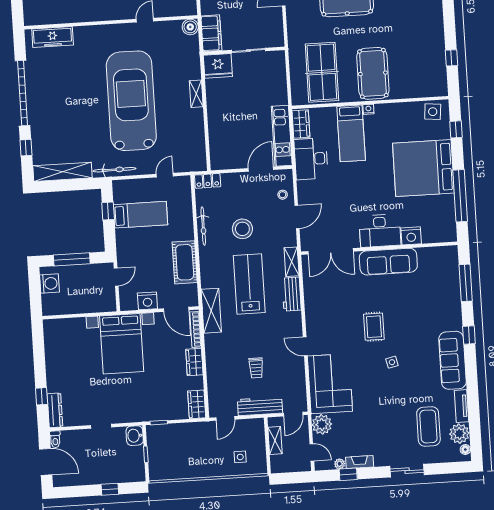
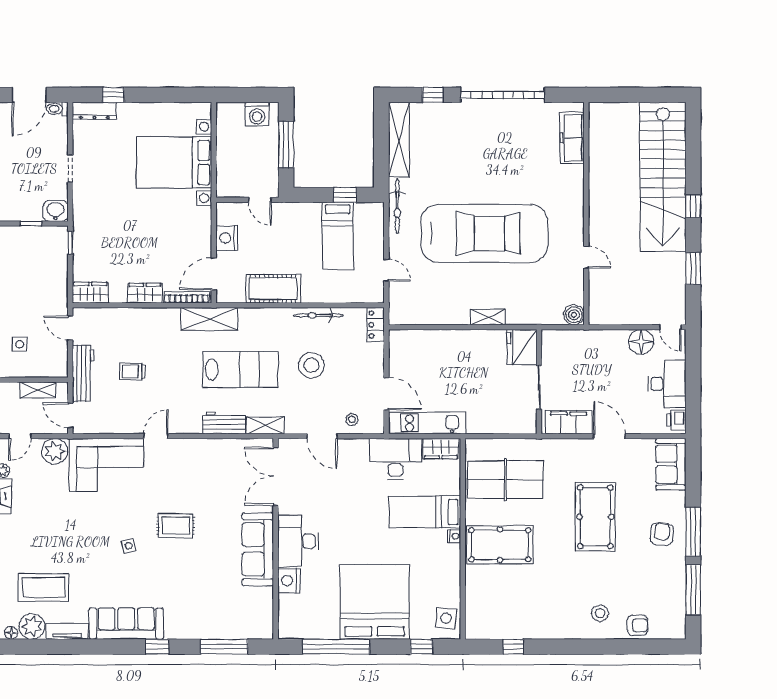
filing cabinet: (211, 33) -> (569, 422), moved, turned 180
bed with nightstands: (122, 344) -> (174, 162), moved

